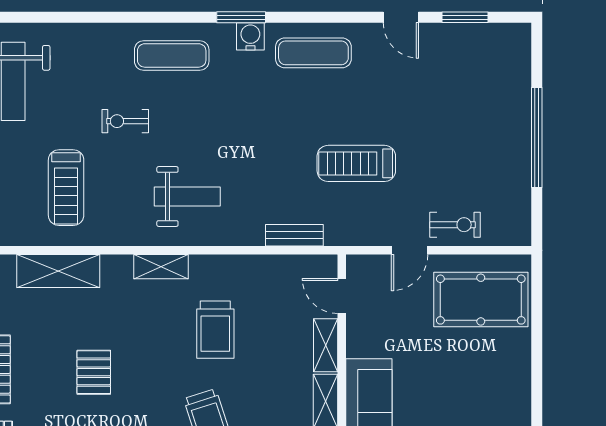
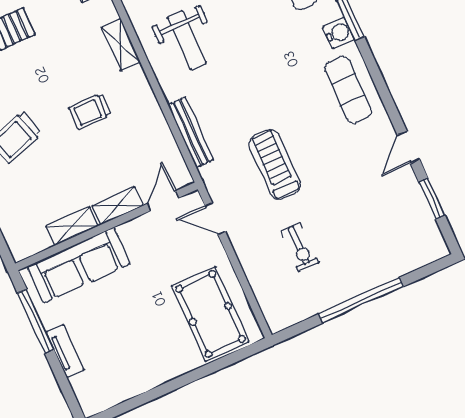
exercise bike: (455, 225) -> (300, 247), moved
bench: (294, 235) -> (191, 132), width x1.36
door: (410, 250) -> (215, 219), moved
trolley: (215, 330) -> (90, 111), width x0.73, depth x0.72

